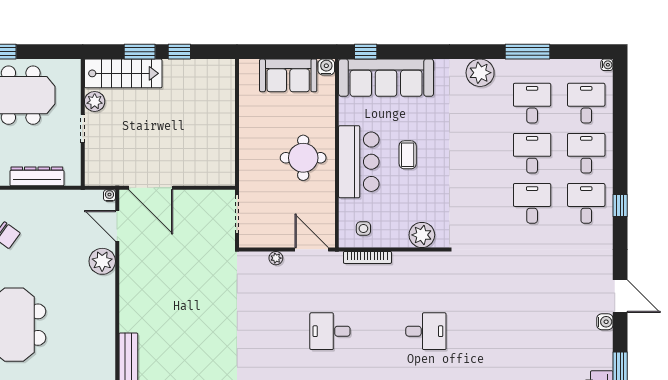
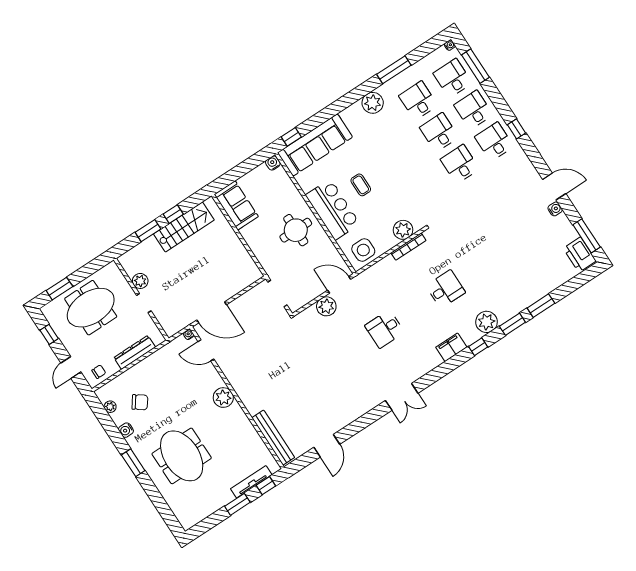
stairs: (123, 73) -> (184, 227), moved
sofa: (288, 75) -> (236, 205), moved, turned -90
window: (620, 107) -> (475, 66), added
side table: (363, 229) -> (363, 250), width x1.87, depth x1.87
bookcase: (367, 257) -> (408, 247), moved
plant: (276, 258) -> (326, 306), width x1.87, depth x1.87
plant: (102, 261) -> (223, 398), moved

